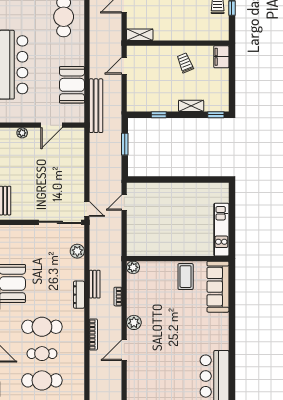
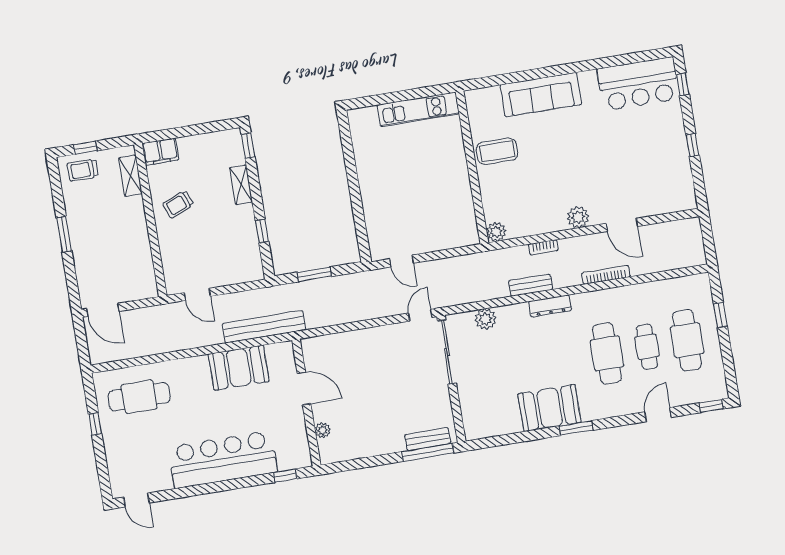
shelving: (140, 35) -> (130, 176), moved
sofa: (218, 287) -> (541, 95), moved

